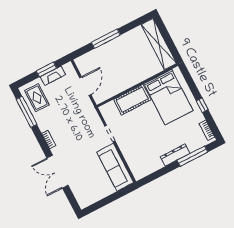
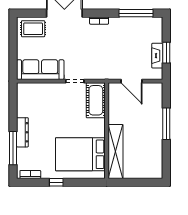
shelving: (159, 44) -> (115, 151), moved, turned 90
rug: (37, 98) -> (33, 29), moved
cot: (132, 100) -> (96, 100), moved

